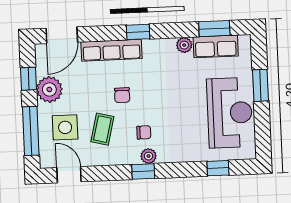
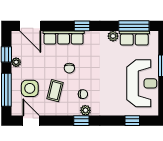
window: (214, 29) -> (134, 26), width x1.44
door: (62, 35) -> (30, 26), hinge flipped
plant: (49, 89) -> (16, 62), width x0.53, depth x0.53

